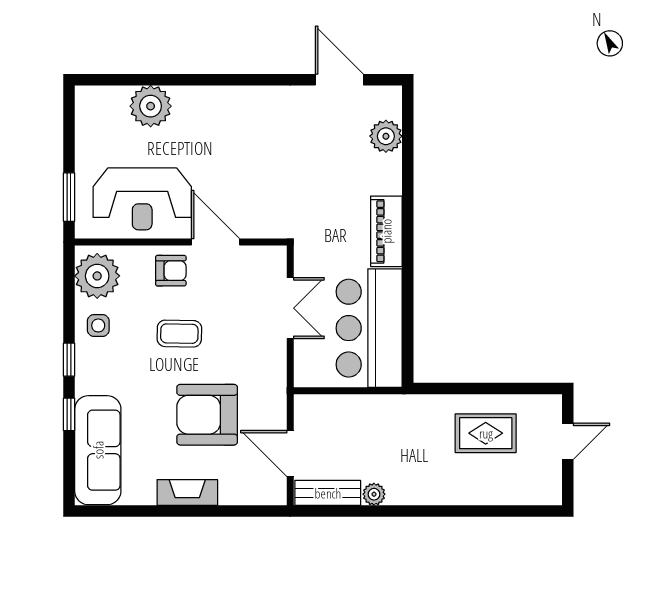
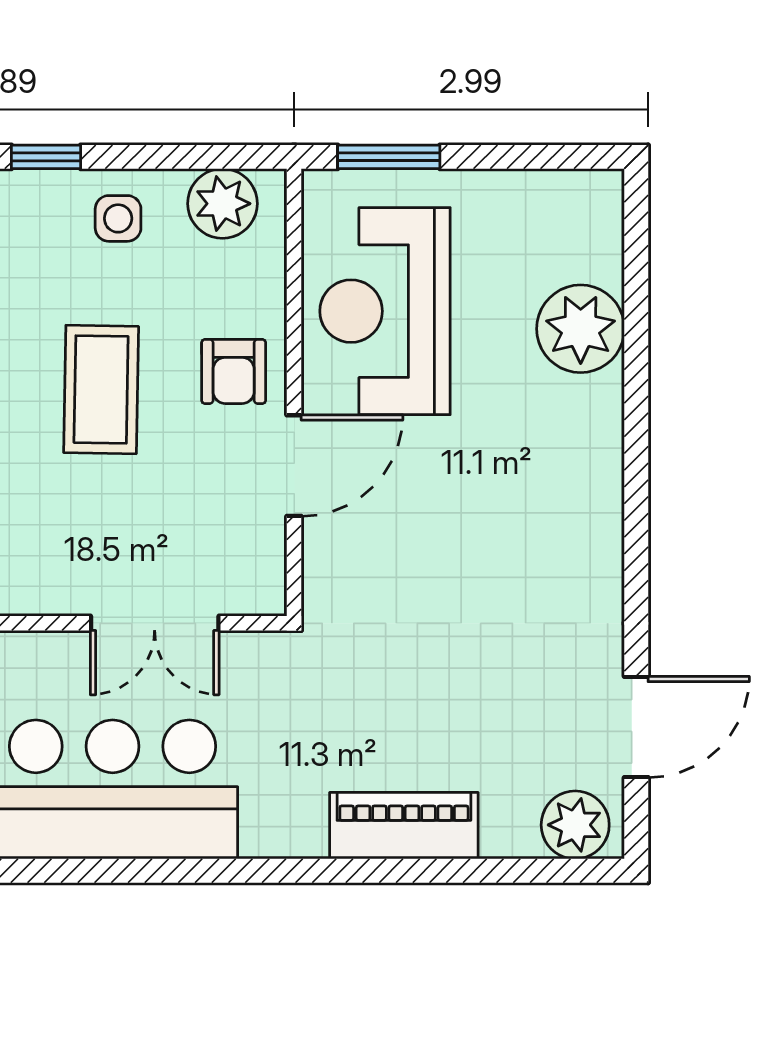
plant: (386, 136) -> (575, 825), moved
piano: (386, 231) -> (404, 826), moved
plant: (97, 276) -> (222, 204), width x0.73, depth x0.73
coffee table: (179, 334) -> (101, 389), width x1.36, depth x1.30

